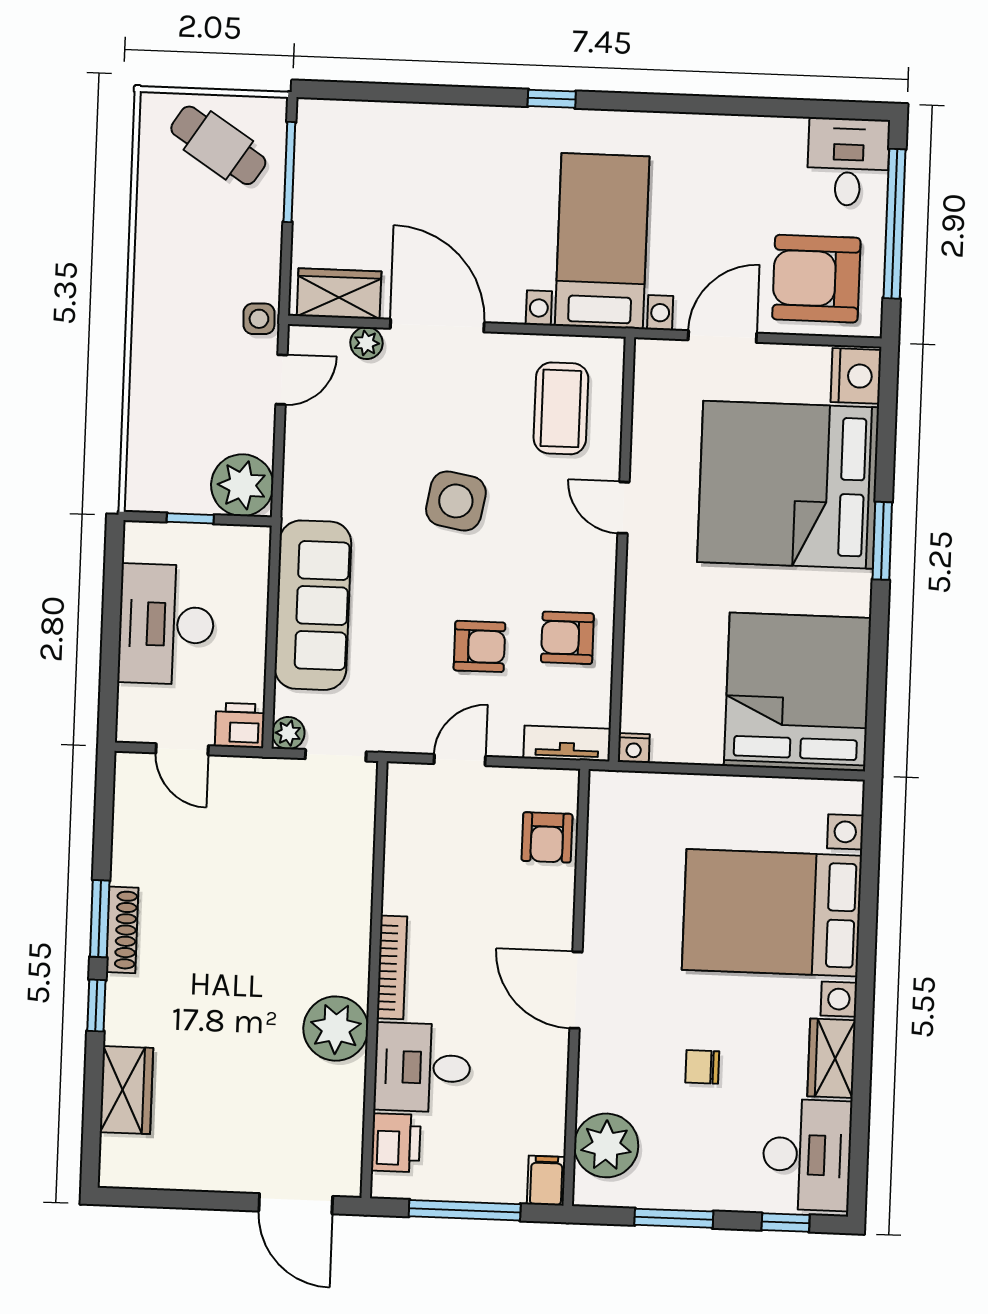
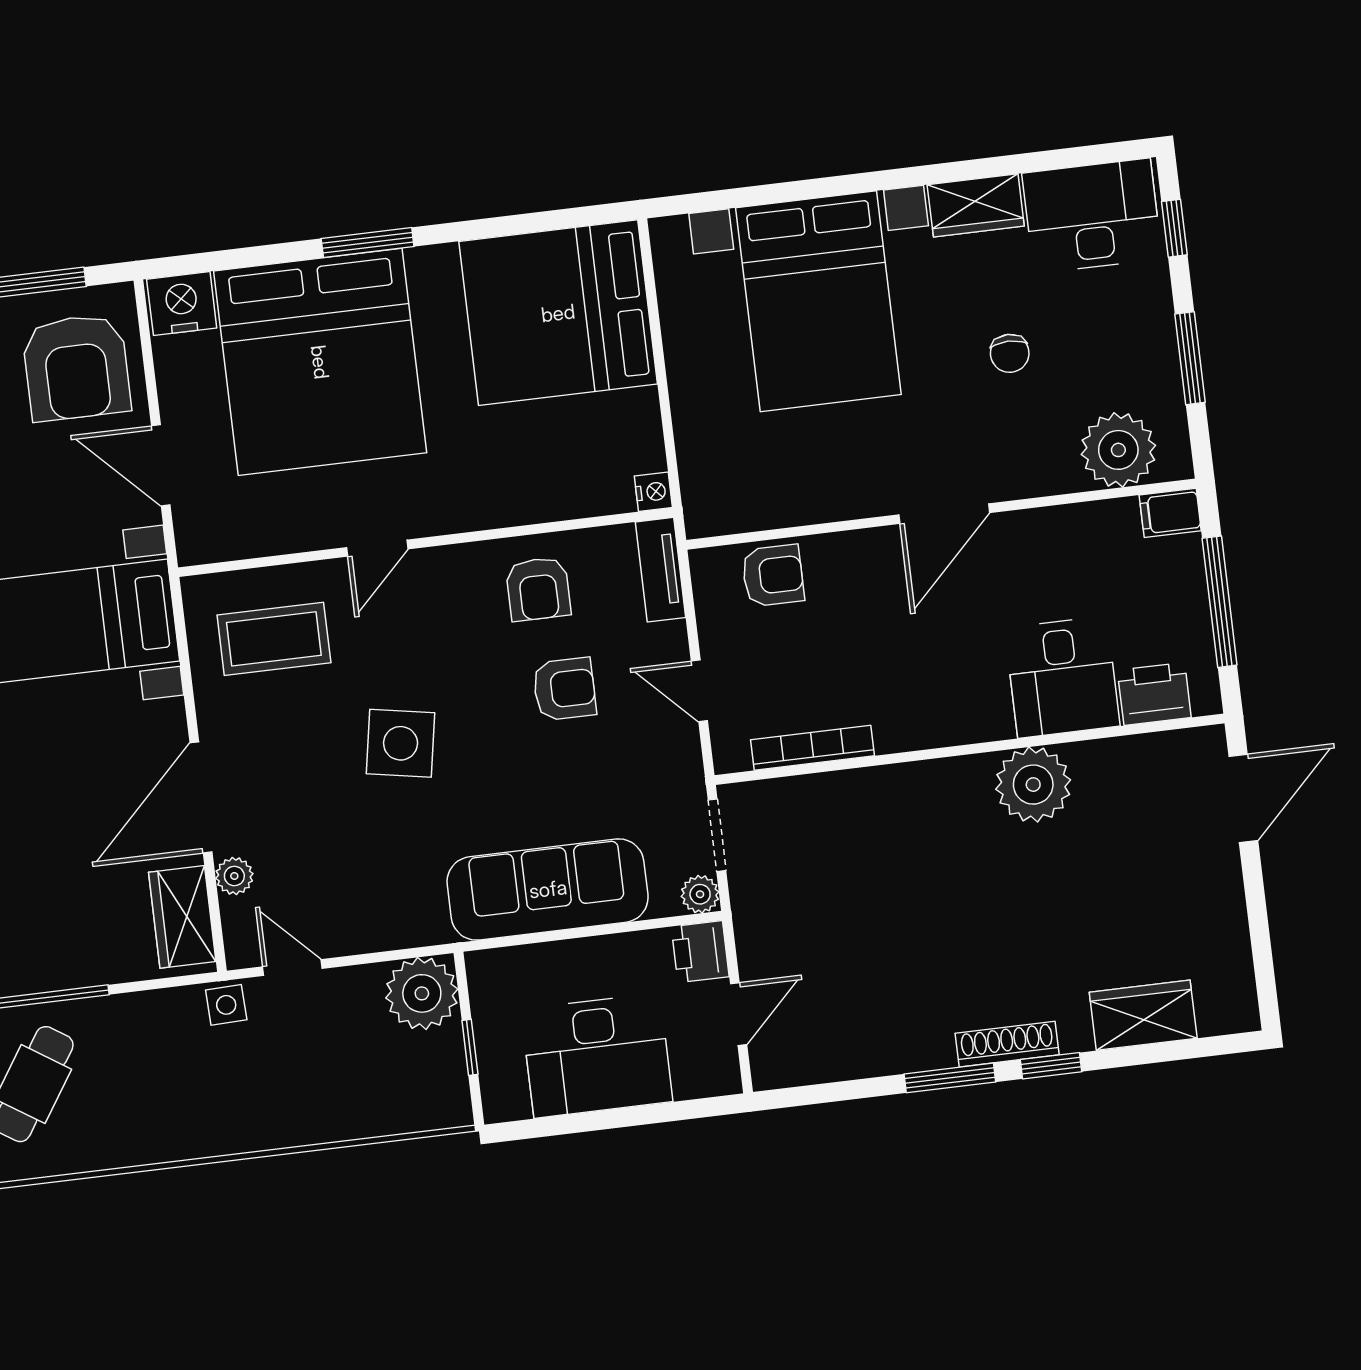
armchair: (479, 646) -> (564, 689), turned 90
shoe rack: (122, 930) -> (1007, 1044), moved
bookcase: (392, 967) -> (813, 748), moved

